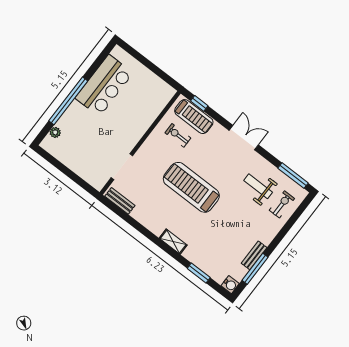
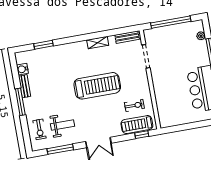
window: (68, 173) -> (171, 22), added
window: (293, 176) -> (60, 149), moved
shelving: (173, 242) -> (98, 43), moved
window: (255, 269) -> (20, 102), moved
water cooler: (230, 285) -> (22, 69), moved

